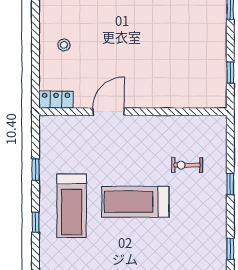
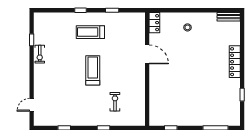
treadmill: (135, 202) -> (93, 70), width x0.73, depth x0.73
treadmill: (72, 206) -> (90, 32), width x0.73, depth x0.73

